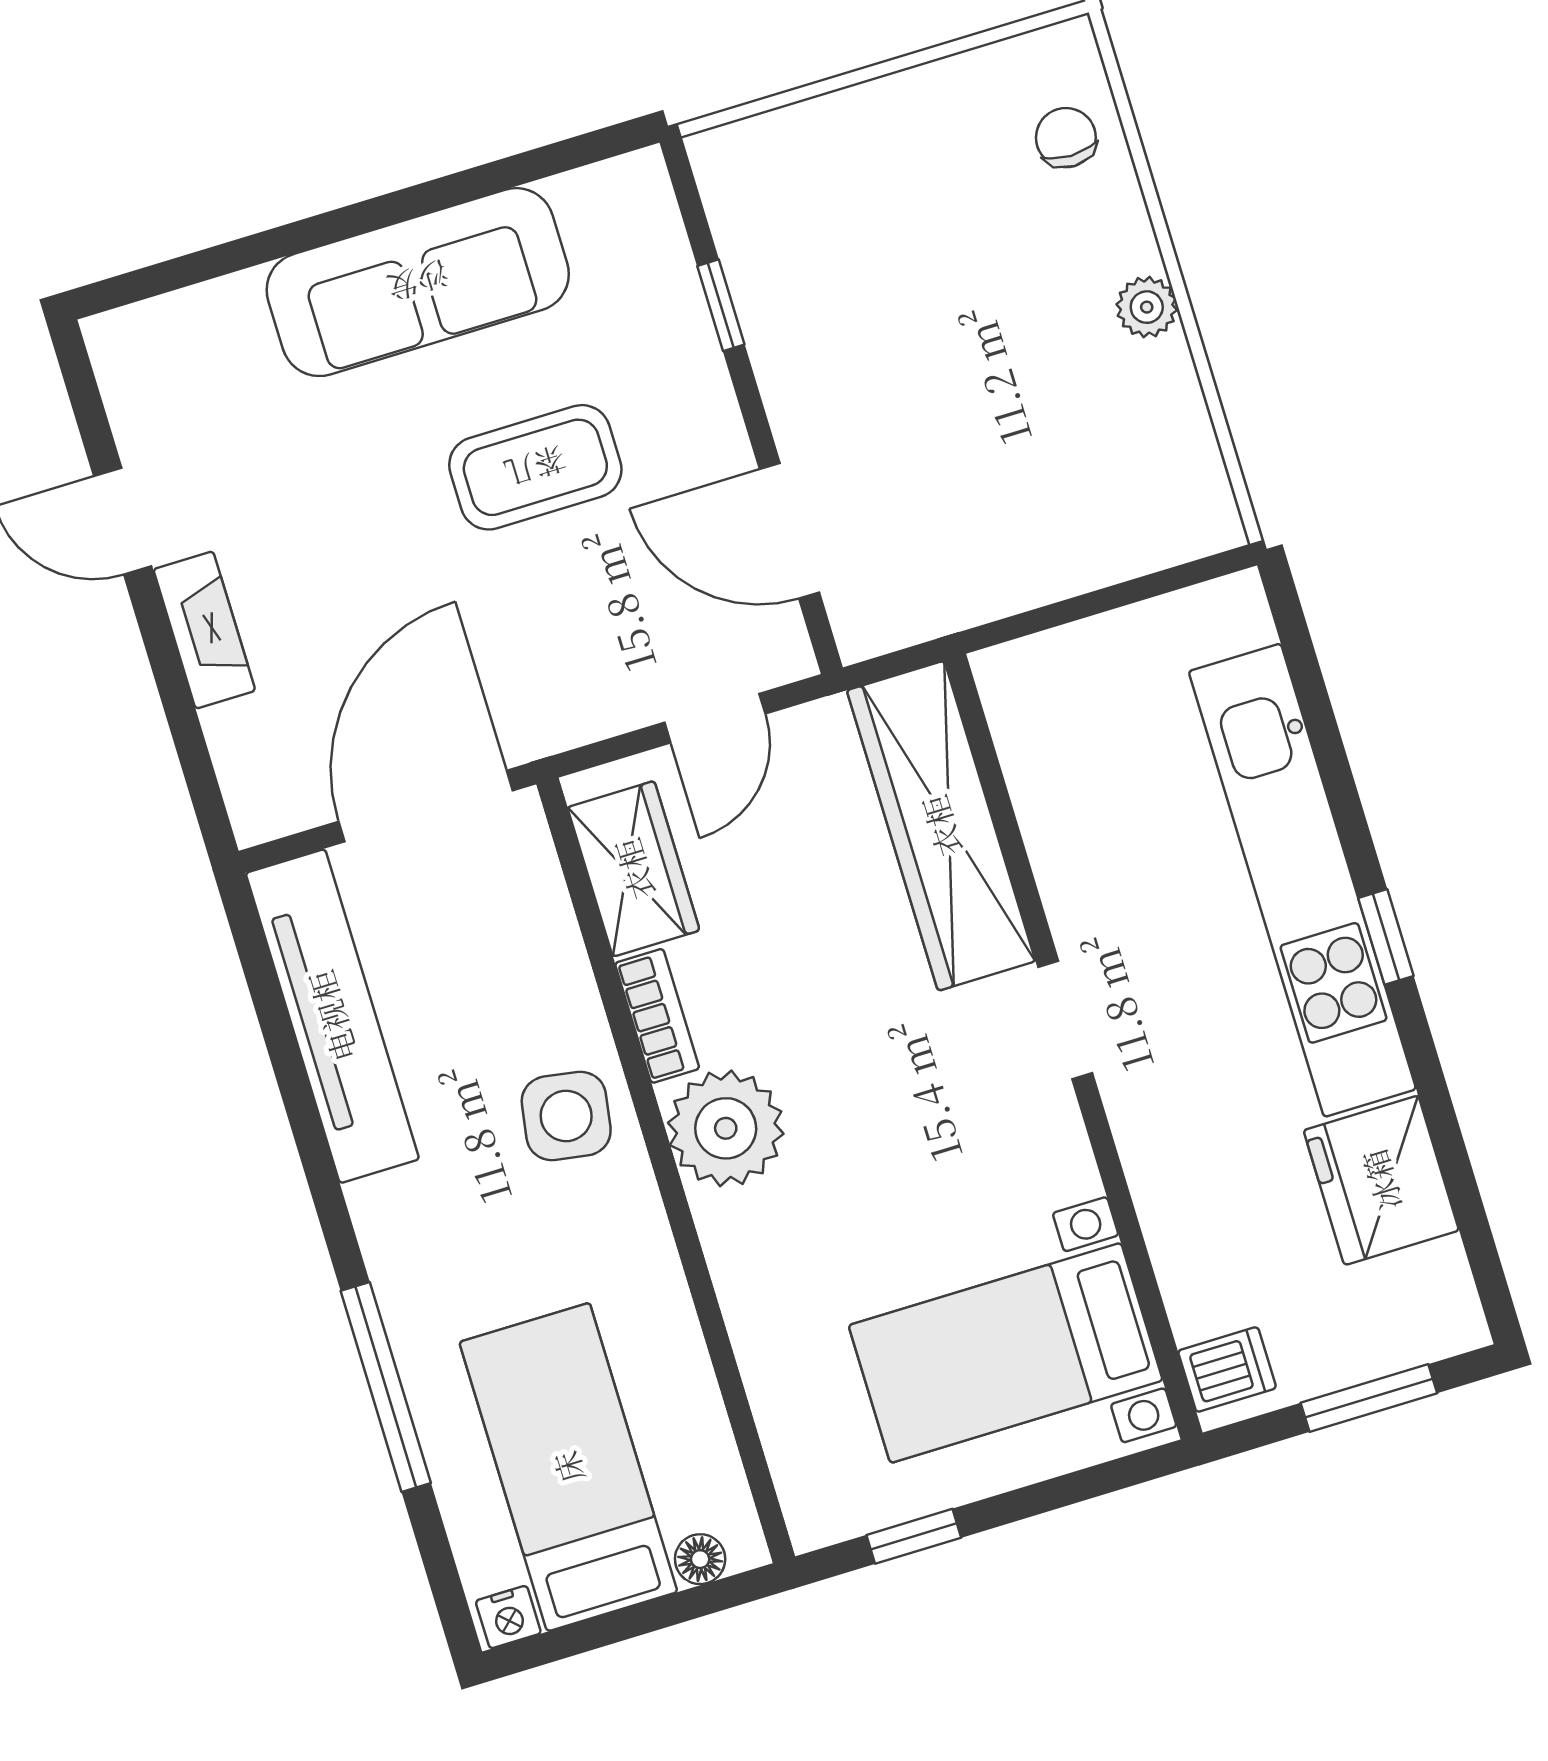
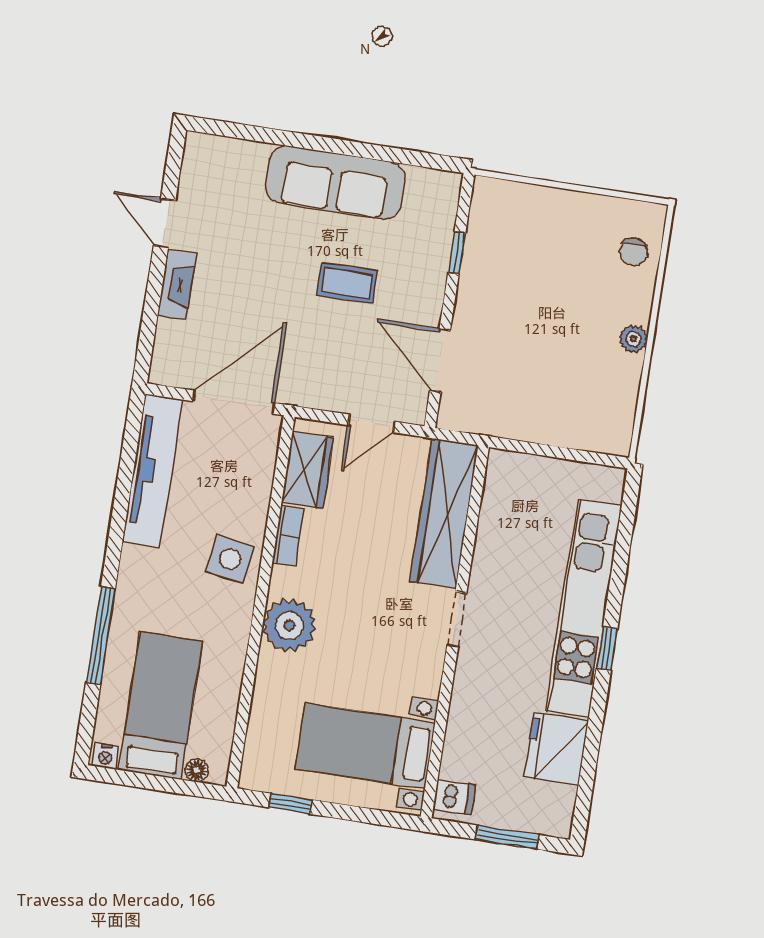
chair: (1066, 138) -> (634, 252), turned 180
coffee table: (535, 467) -> (347, 283), width x0.73, depth x0.77
plant: (726, 1128) -> (289, 626), moved

